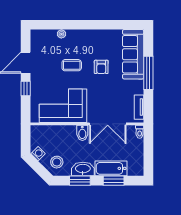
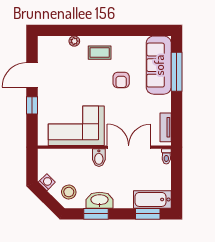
coffee table: (72, 65) -> (100, 53), moved
window: (148, 73) -> (177, 72), moved
double door: (108, 124) -> (129, 147), swing flipped
bathtub: (111, 168) -> (152, 199), moved
window: (114, 181) -> (148, 214), moved

